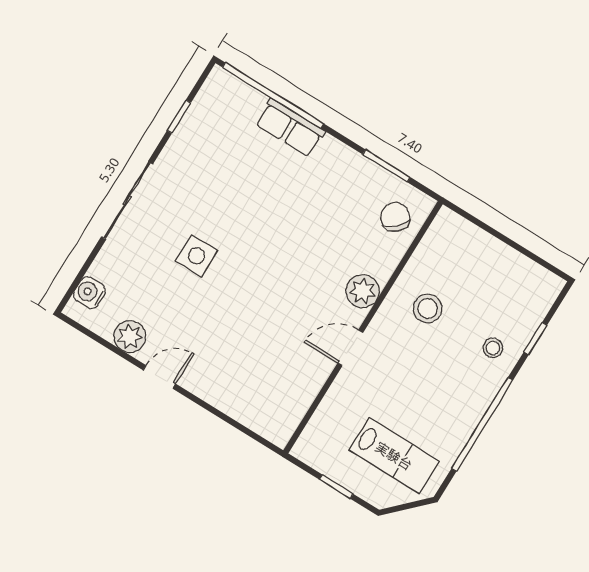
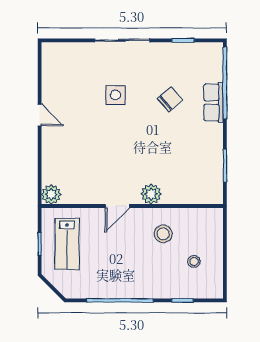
chair: (395, 217) -> (170, 99), moved
water cooler: (89, 293) -> (61, 51), removed
plant: (130, 337) -> (51, 194), moved
door: (350, 348) -> (117, 206), swing flipped
stool: (493, 348) -> (194, 262), moved
lab bench: (394, 456) -> (67, 244), moved

